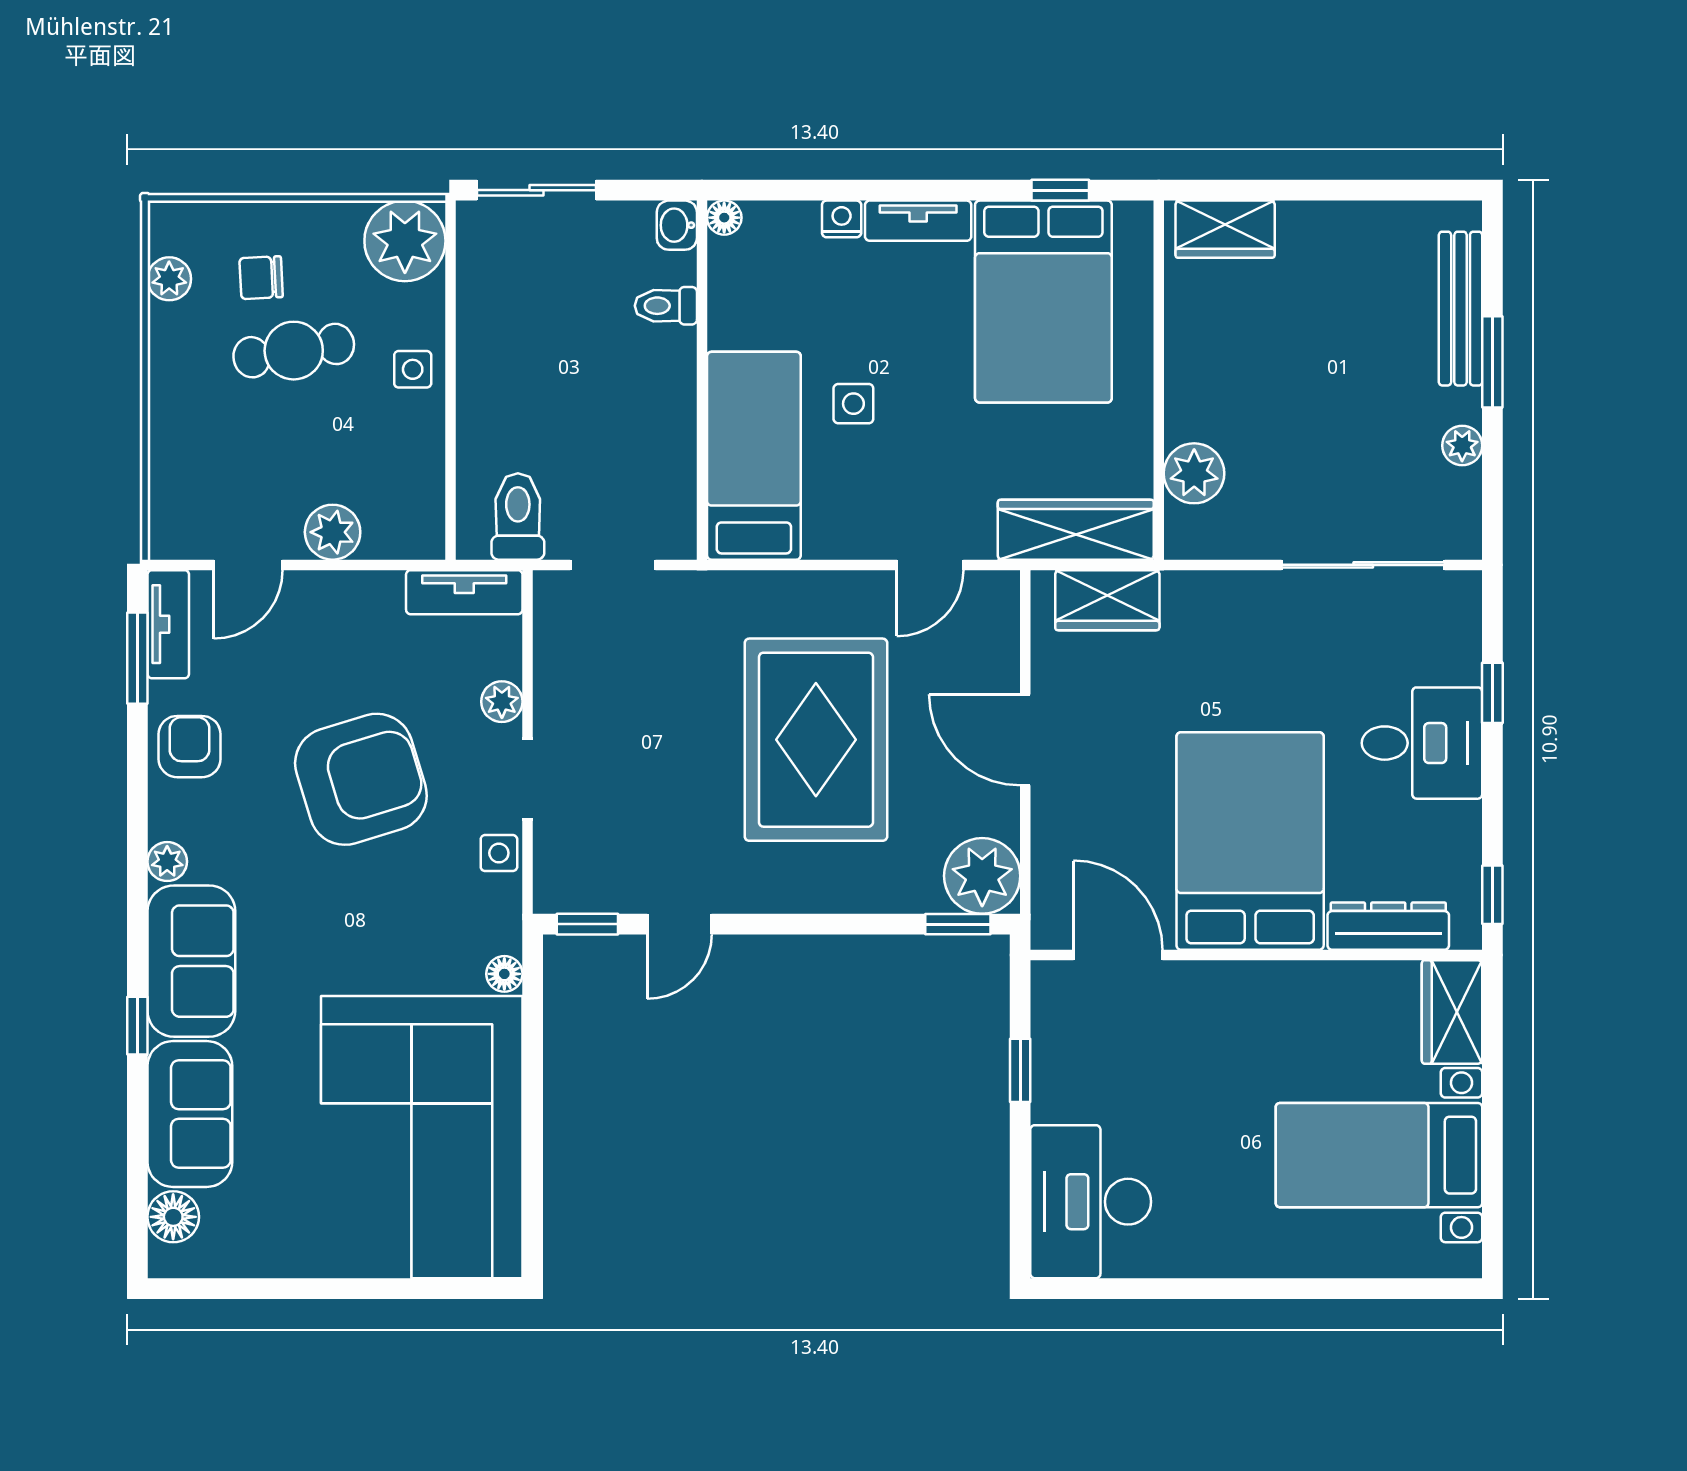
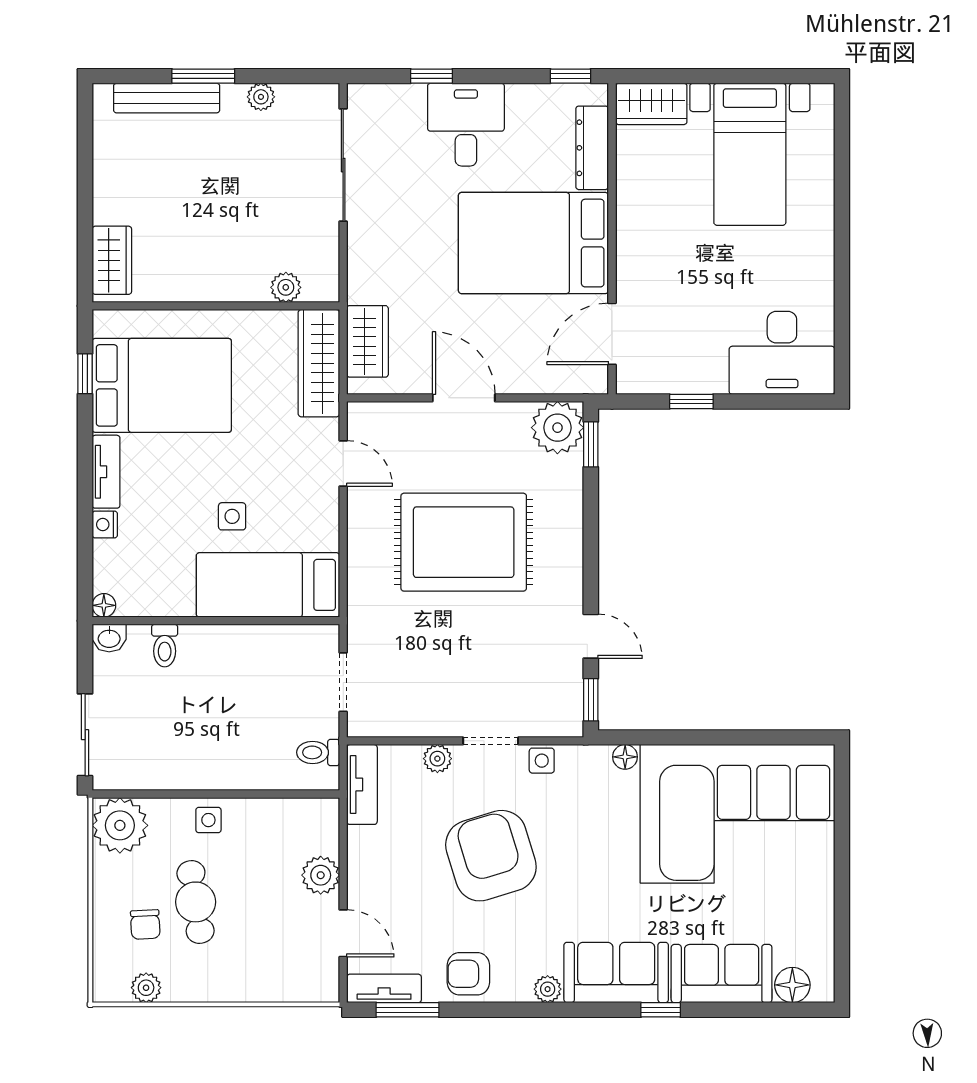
plant: (1194, 473) -> (286, 287), width x0.73, depth x0.73
toilet: (518, 516) -> (318, 752), width x0.73, depth x0.72
door: (1025, 740) -> (464, 398), swing flipped

